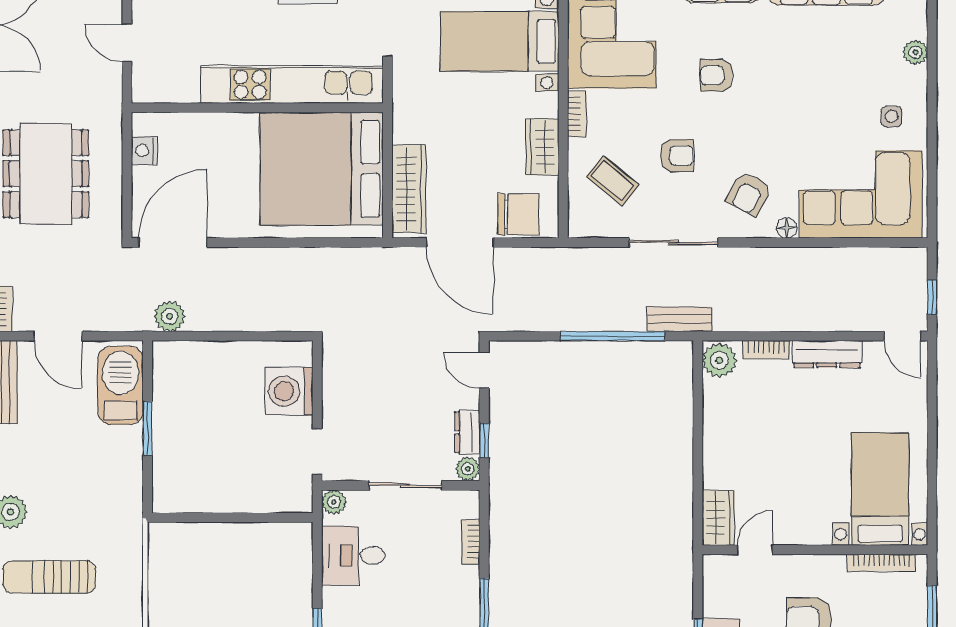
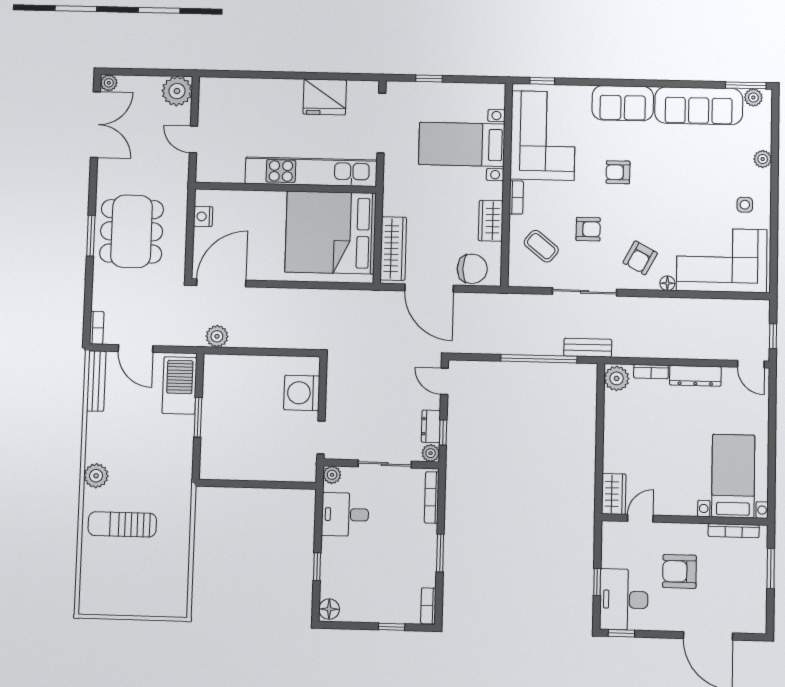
bookcase: (471, 542) -> (432, 497), width x1.56

